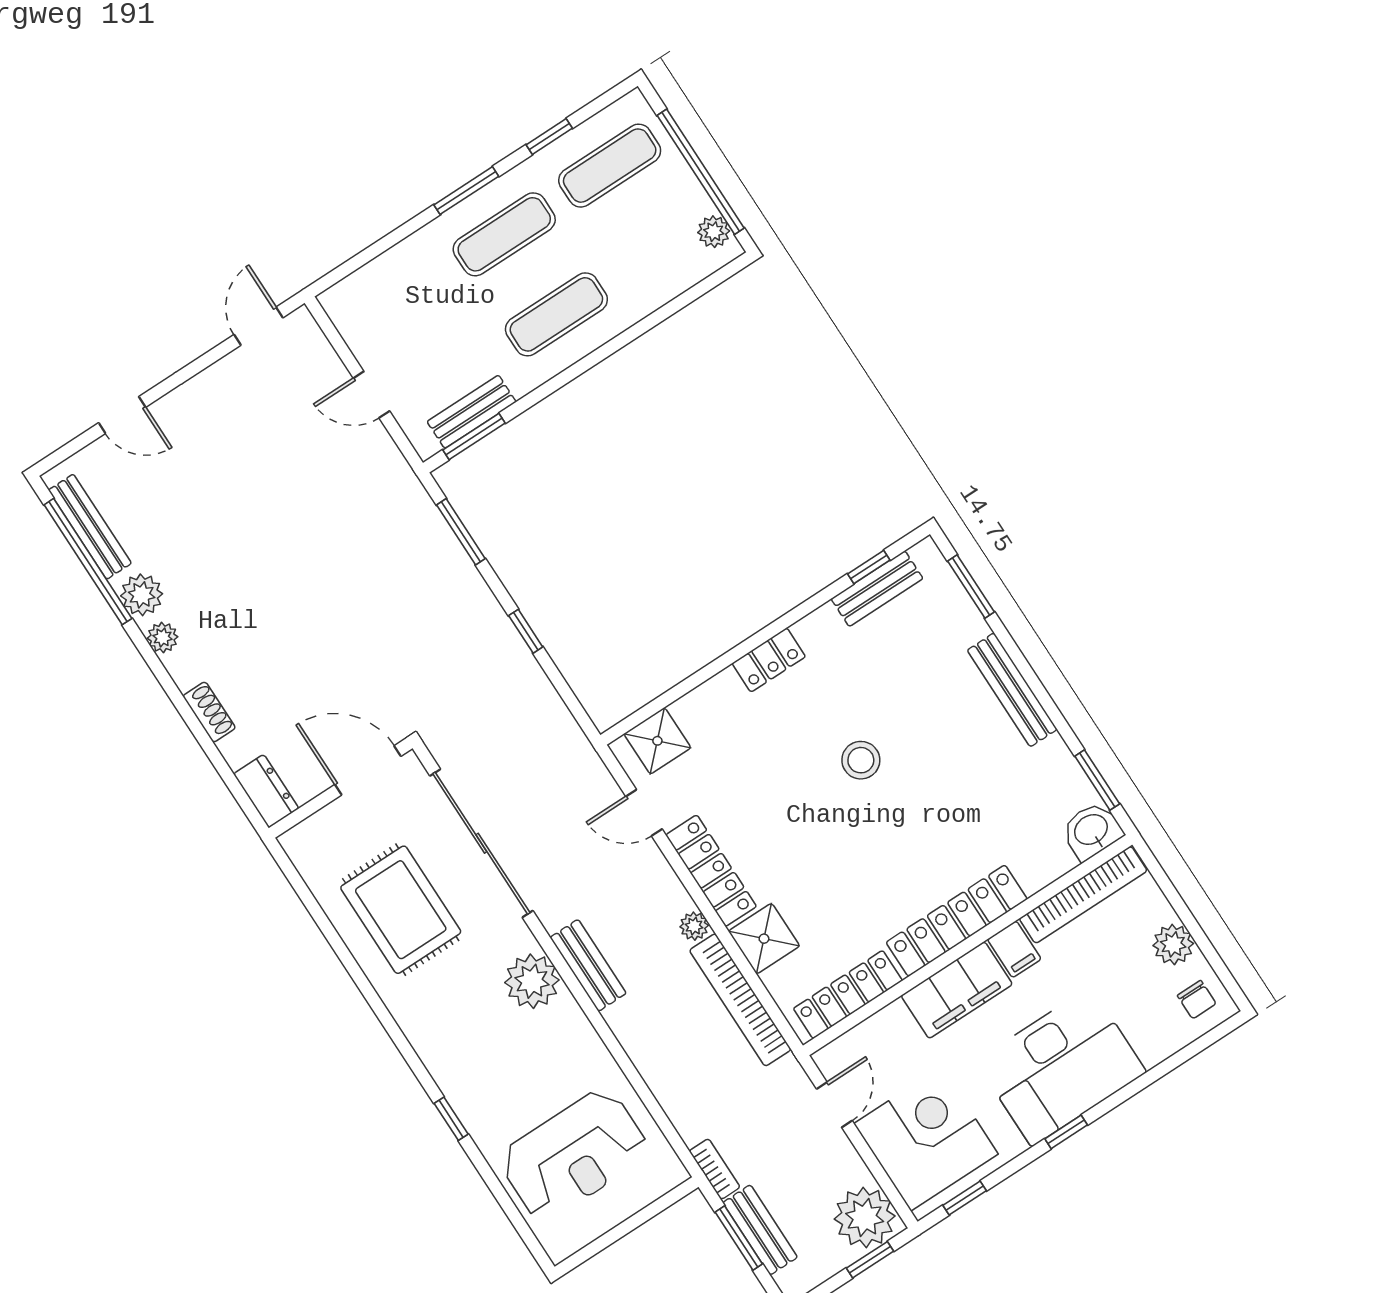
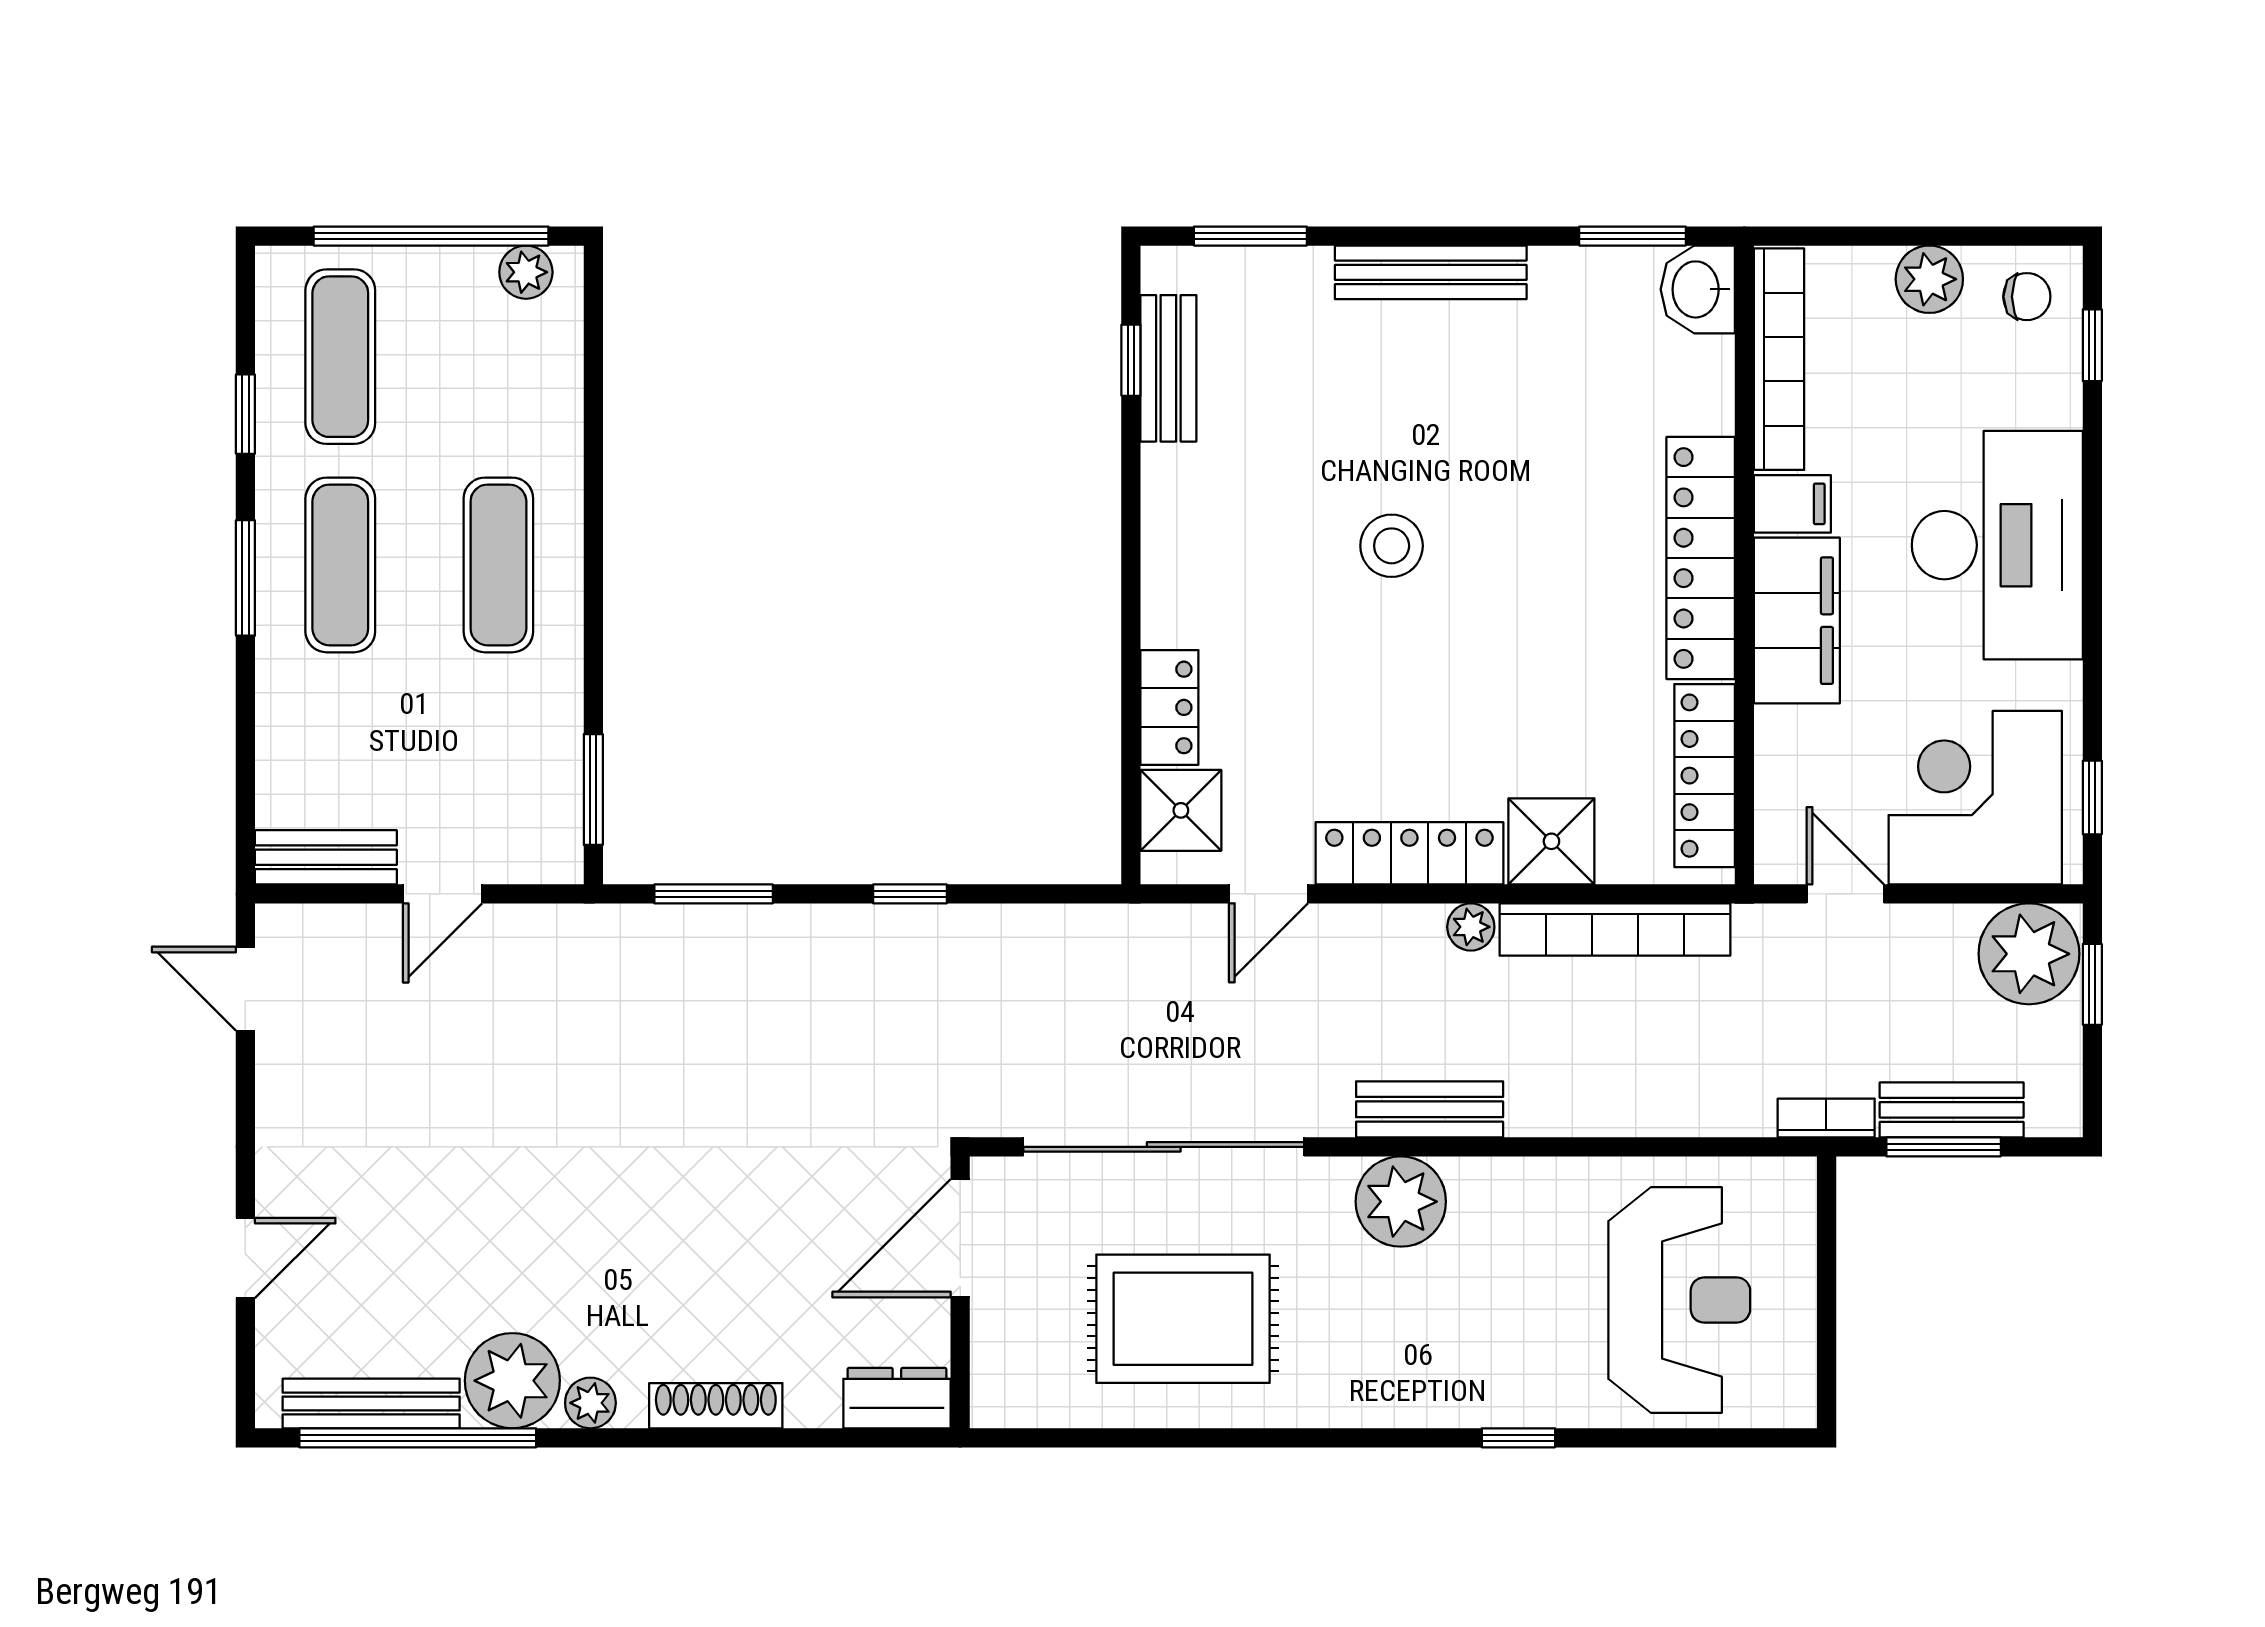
bench: (472, 412) -> (326, 857), moved, turned 90
plant: (142, 595) -> (512, 1381), width x1.36, depth x1.36
locker: (769, 660) -> (1169, 707), moved
shoe rack: (209, 712) -> (716, 1406), width x1.43
window: (1066, 1132) -> (2092, 345), moved

